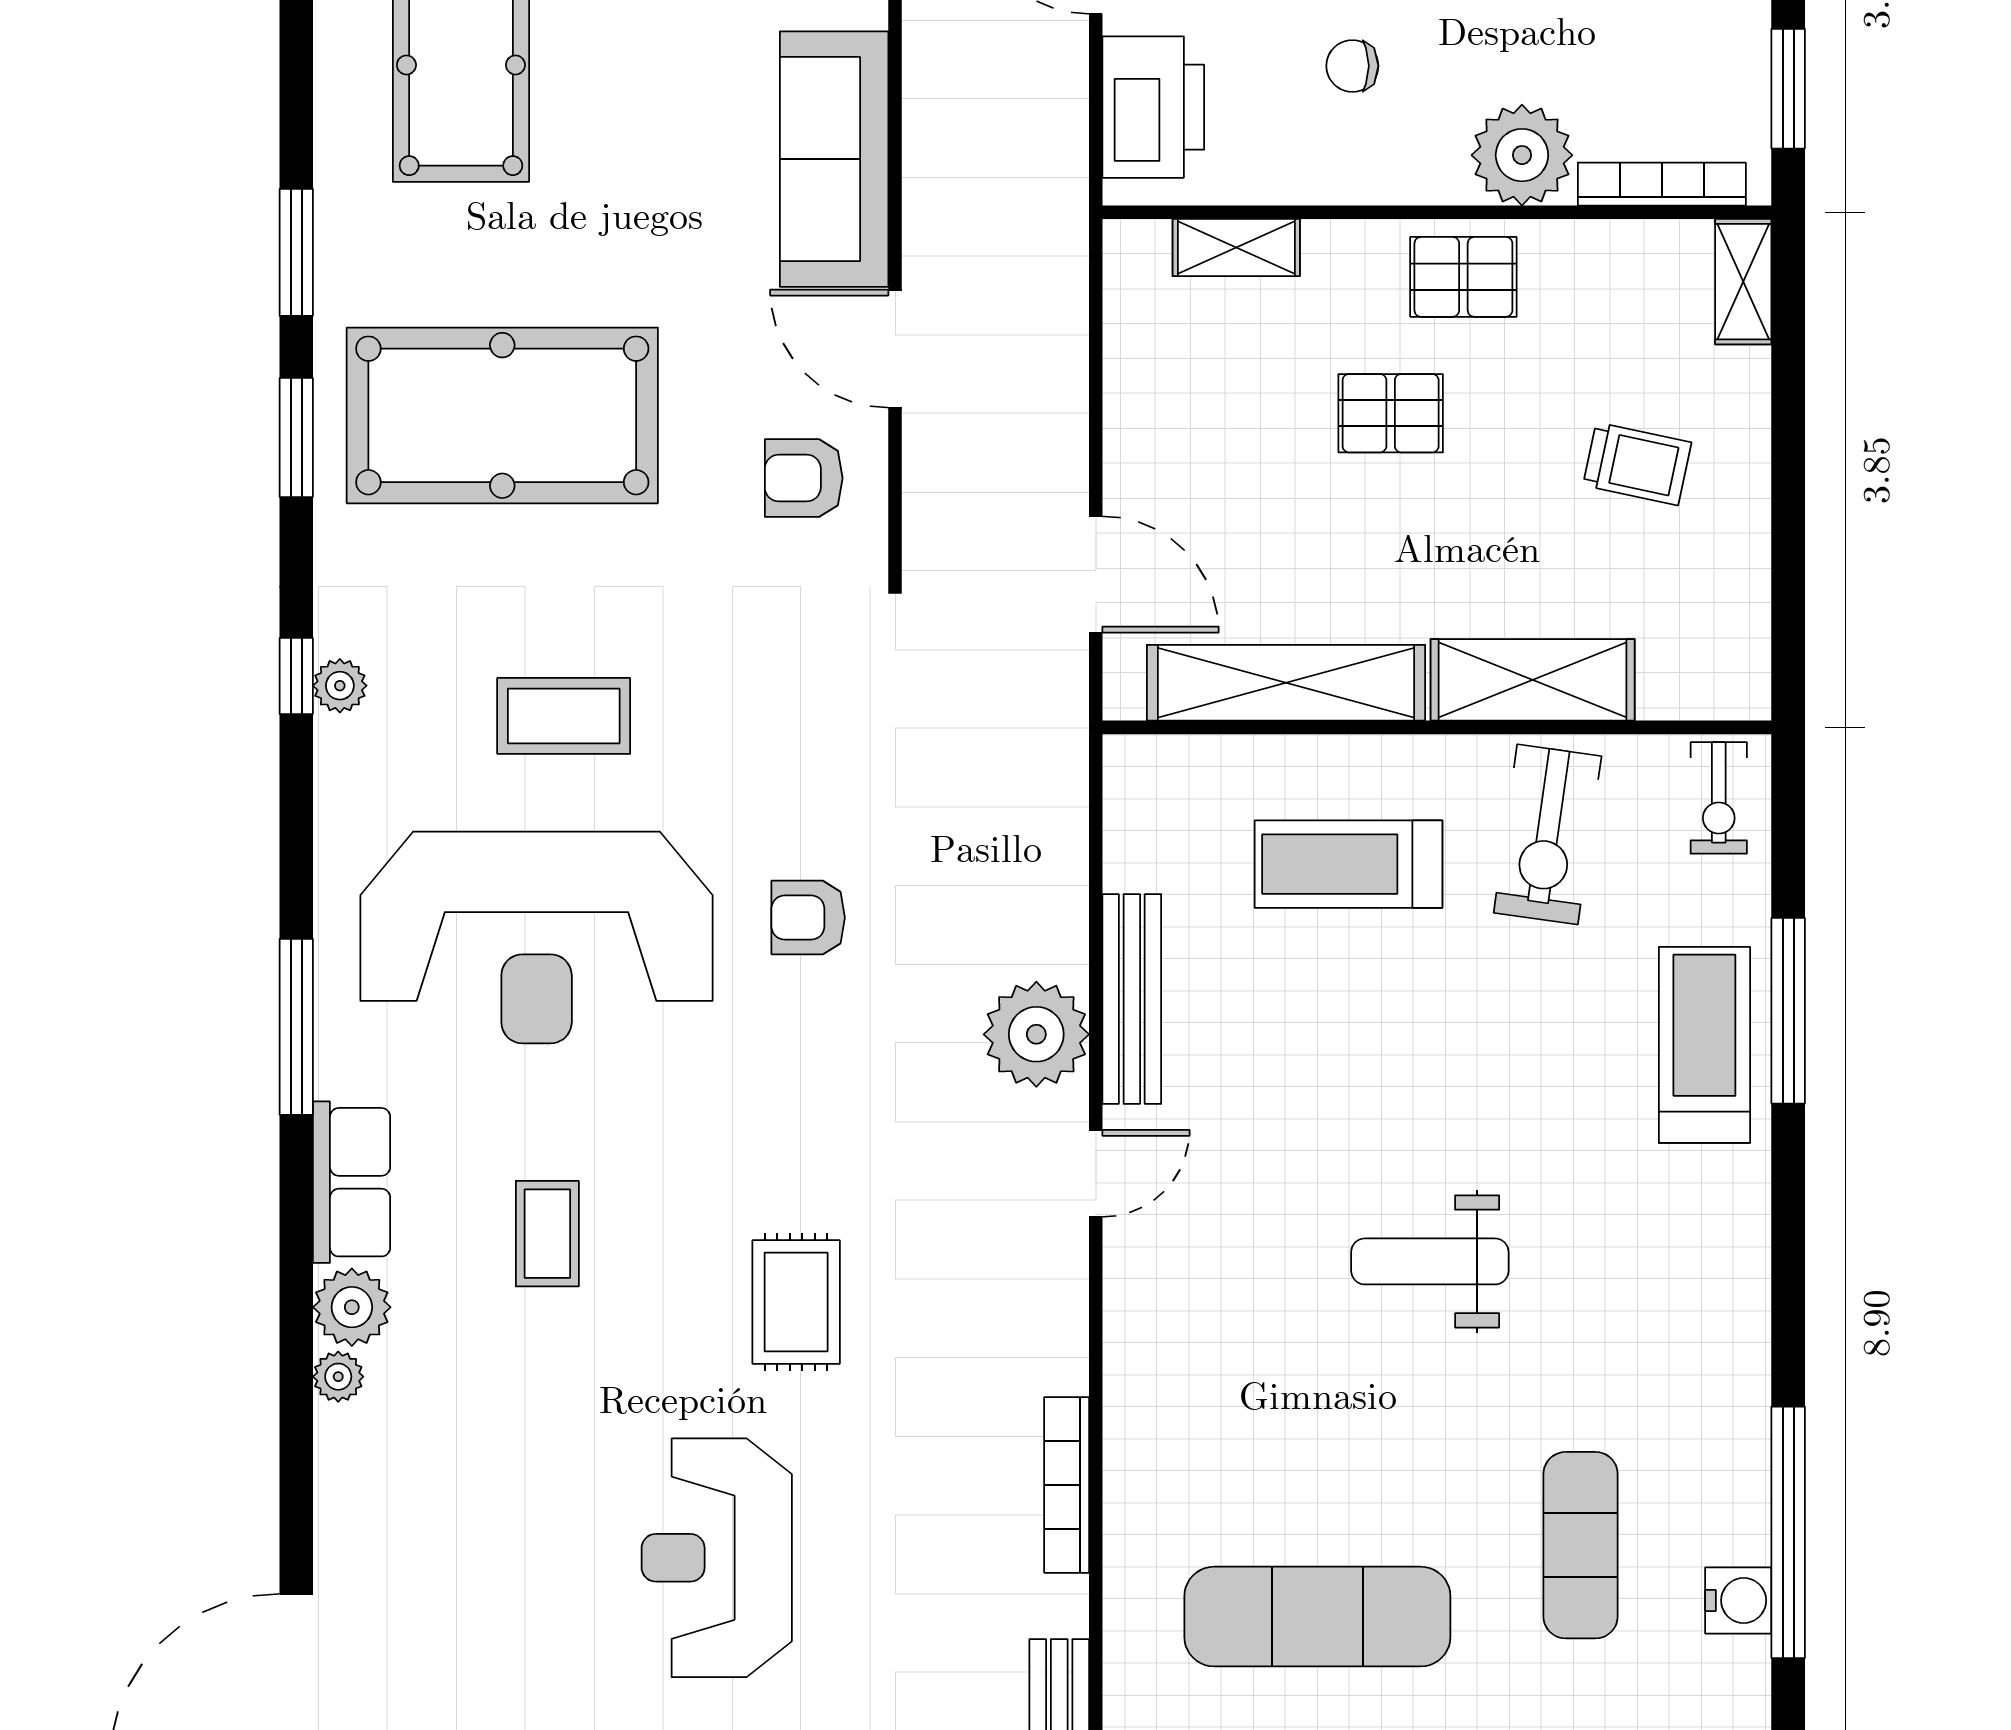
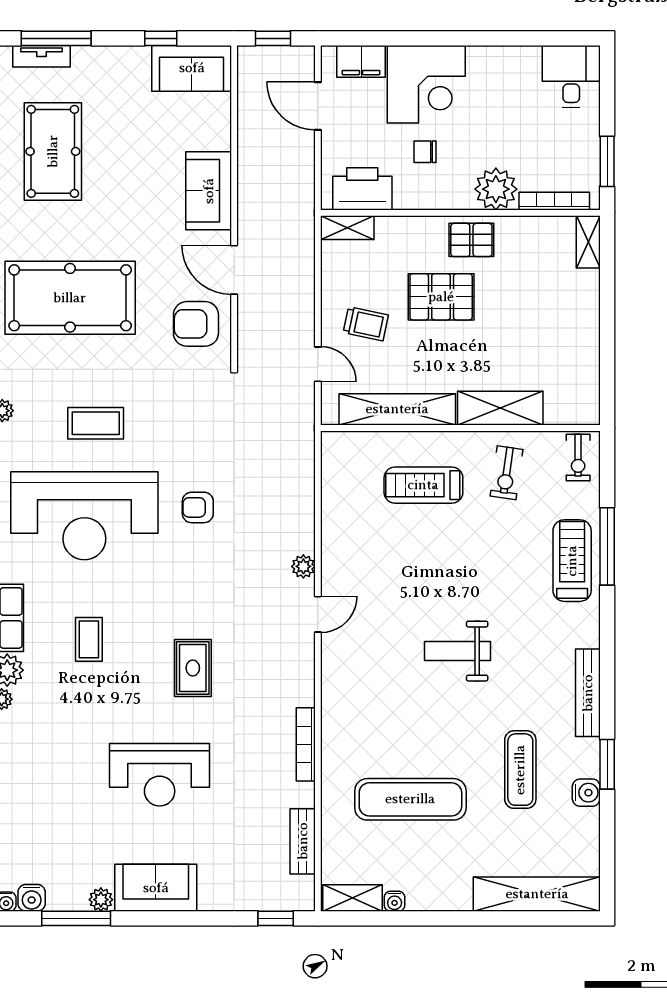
printer: (1153, 107) -> (362, 189), moved, turned -90
sofa: (834, 159) -> (209, 191), width x0.73
shelving: (1236, 248) -> (347, 228), moved
pallet: (1391, 413) -> (441, 297), width x1.50, depth x1.42
trolley: (1637, 464) -> (366, 324), moved
armchair: (804, 478) -> (196, 324), width x1.38, depth x1.38
door: (1096, 574) -> (318, 364), width x0.73
exercise bike: (1548, 834) -> (507, 473), width x0.73, depth x0.72
bench: (1132, 999) -> (588, 693), moved
plant: (1036, 1034) -> (303, 566), width x0.53, depth x0.53
window: (1788, 1532) -> (607, 764), width x0.47
reception desk: (717, 1558) -> (160, 775), turned -90

